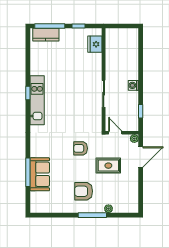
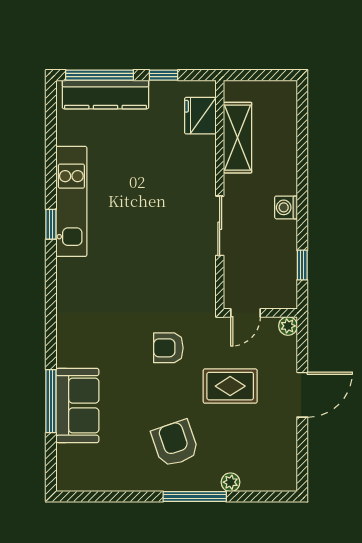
kitchen counter: (46, 35) -> (105, 94), width x1.50
shelving: (112, 54) -> (238, 138), added
kitchen unit: (37, 100) -> (71, 201), moved
door: (115, 133) -> (246, 313), swing flipped
door: (141, 157) -> (302, 395), moved
armchair: (84, 191) -> (175, 443), turned 71

